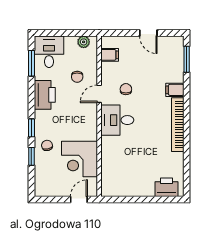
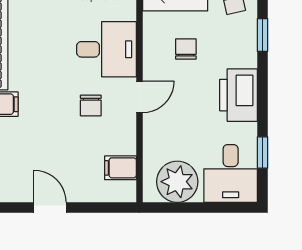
plant: (84, 42) -> (177, 182), width x1.88, depth x1.88
window: (31, 63) -> (263, 152), width x0.67
chair: (77, 77) -> (186, 49), moved

